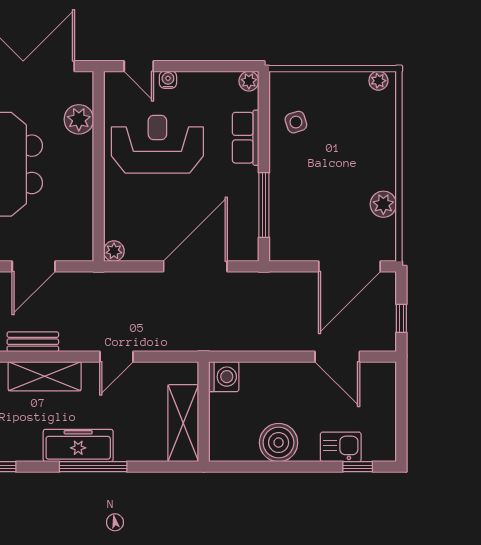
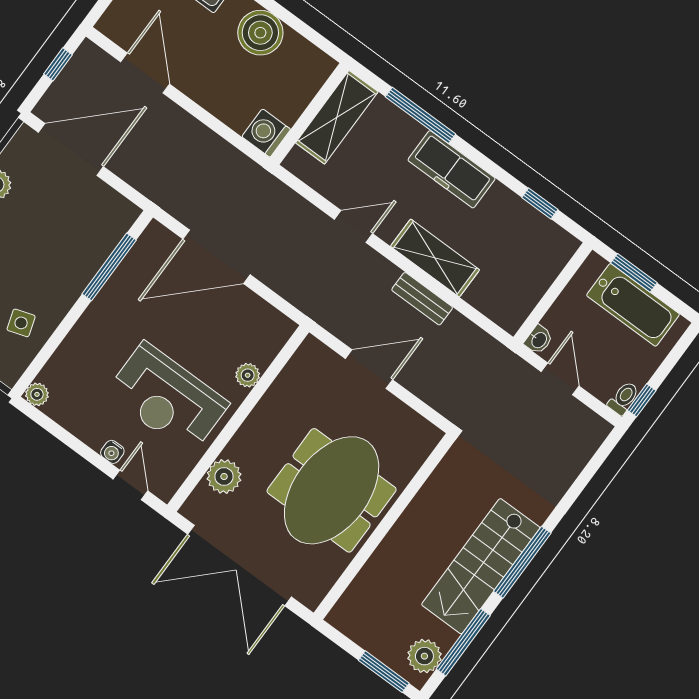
row of seats: (246, 138) -> (79, 343), removed
plant: (114, 251) -> (248, 375), moved
window: (93, 467) -> (420, 115), moved

